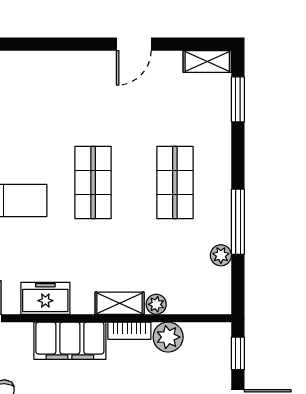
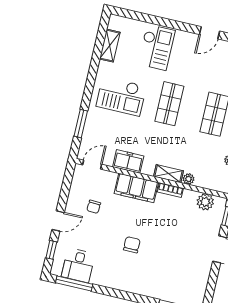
checkout: (48, 91) -> (156, 47), added
plant: (168, 337) -> (205, 202), moved

